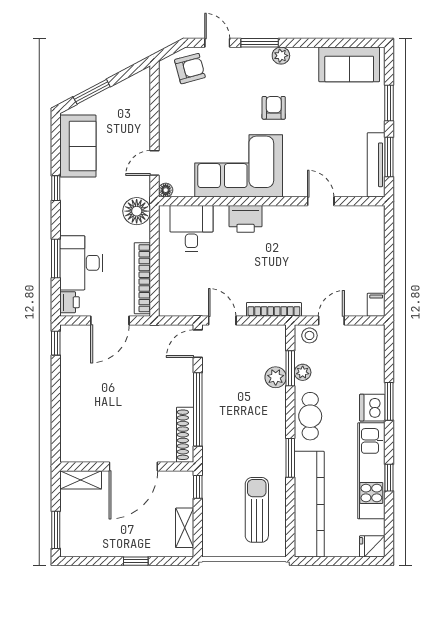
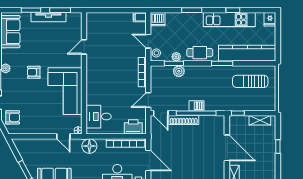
armchair: (190, 69) -> (13, 117), turned 105
tv unit: (376, 165) -> (48, 17), moved
printer: (246, 219) -> (133, 127), moved, turned -90
dishwasher: (372, 408) -> (158, 19), moved
barbecue: (211, 410) -> (196, 106), added
shoe rack: (185, 435) -> (184, 120), moved

